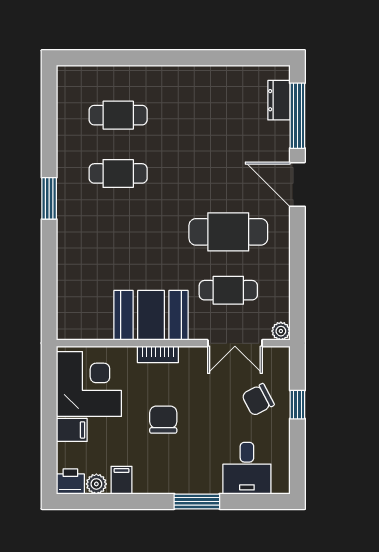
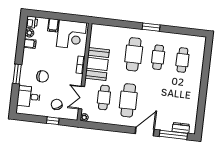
cafe table: (118, 232) -> (134, 54), added
chair: (163, 420) -> (43, 76), moved

